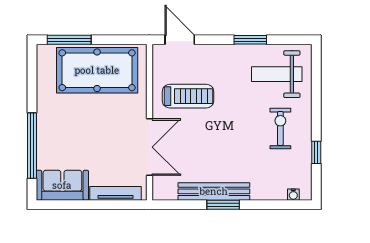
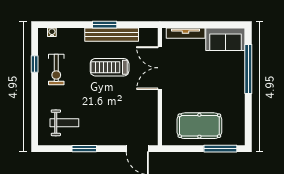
pool table: (97, 70) -> (199, 126), width x0.73, depth x0.76
weight bench: (277, 74) -> (64, 123), width x0.73, depth x0.75
treadmill: (188, 96) -> (110, 67), moved
exercise bike: (280, 128) -> (56, 70), moved

